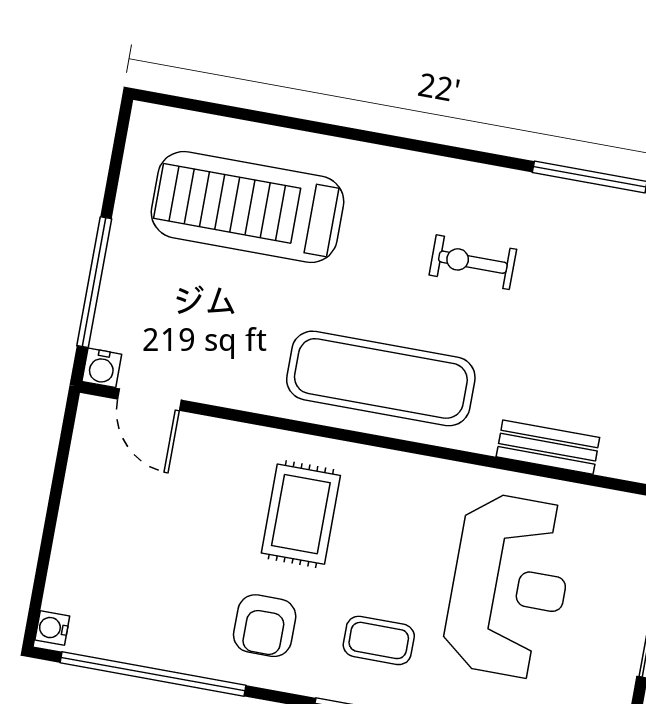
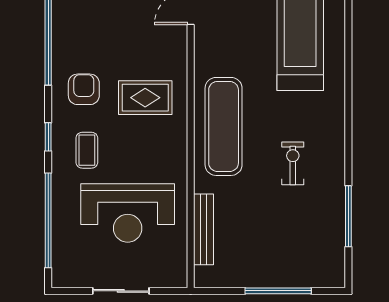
bench: (548, 447) -> (204, 229), width x1.36
armchair: (265, 626) -> (84, 89), turned 90

